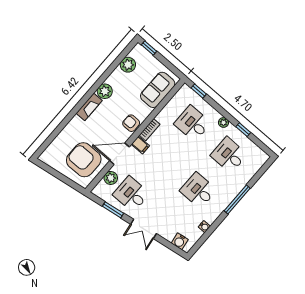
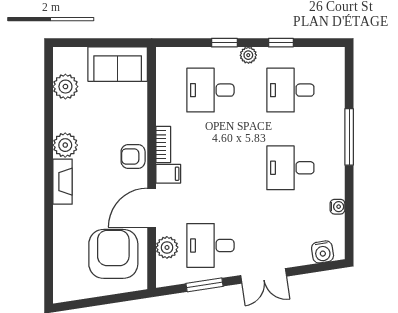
window: (149, 48) -> (74, 43), removed
sofa: (158, 90) -> (118, 64), moved, turned -90
window: (199, 91) -> (224, 43), moved
armchair: (84, 160) -> (113, 254), turned 90

